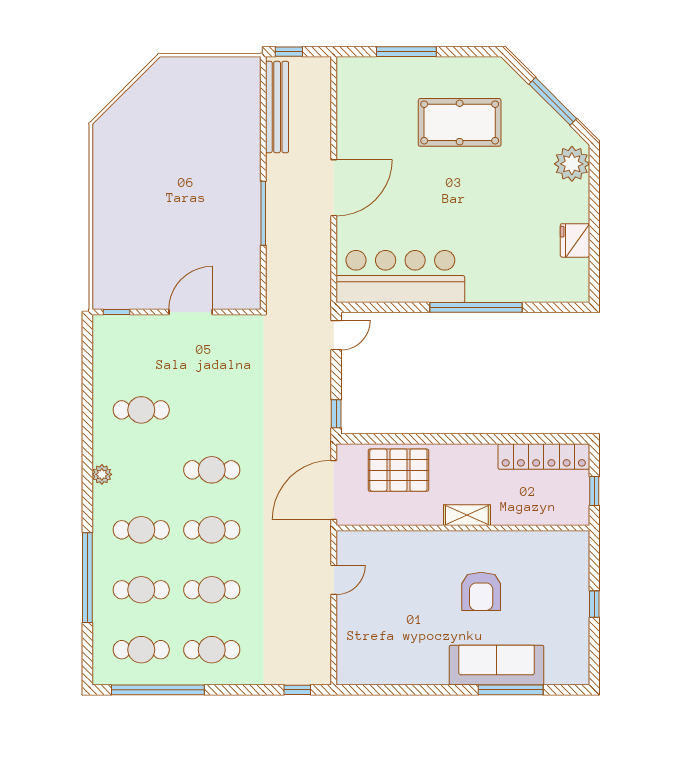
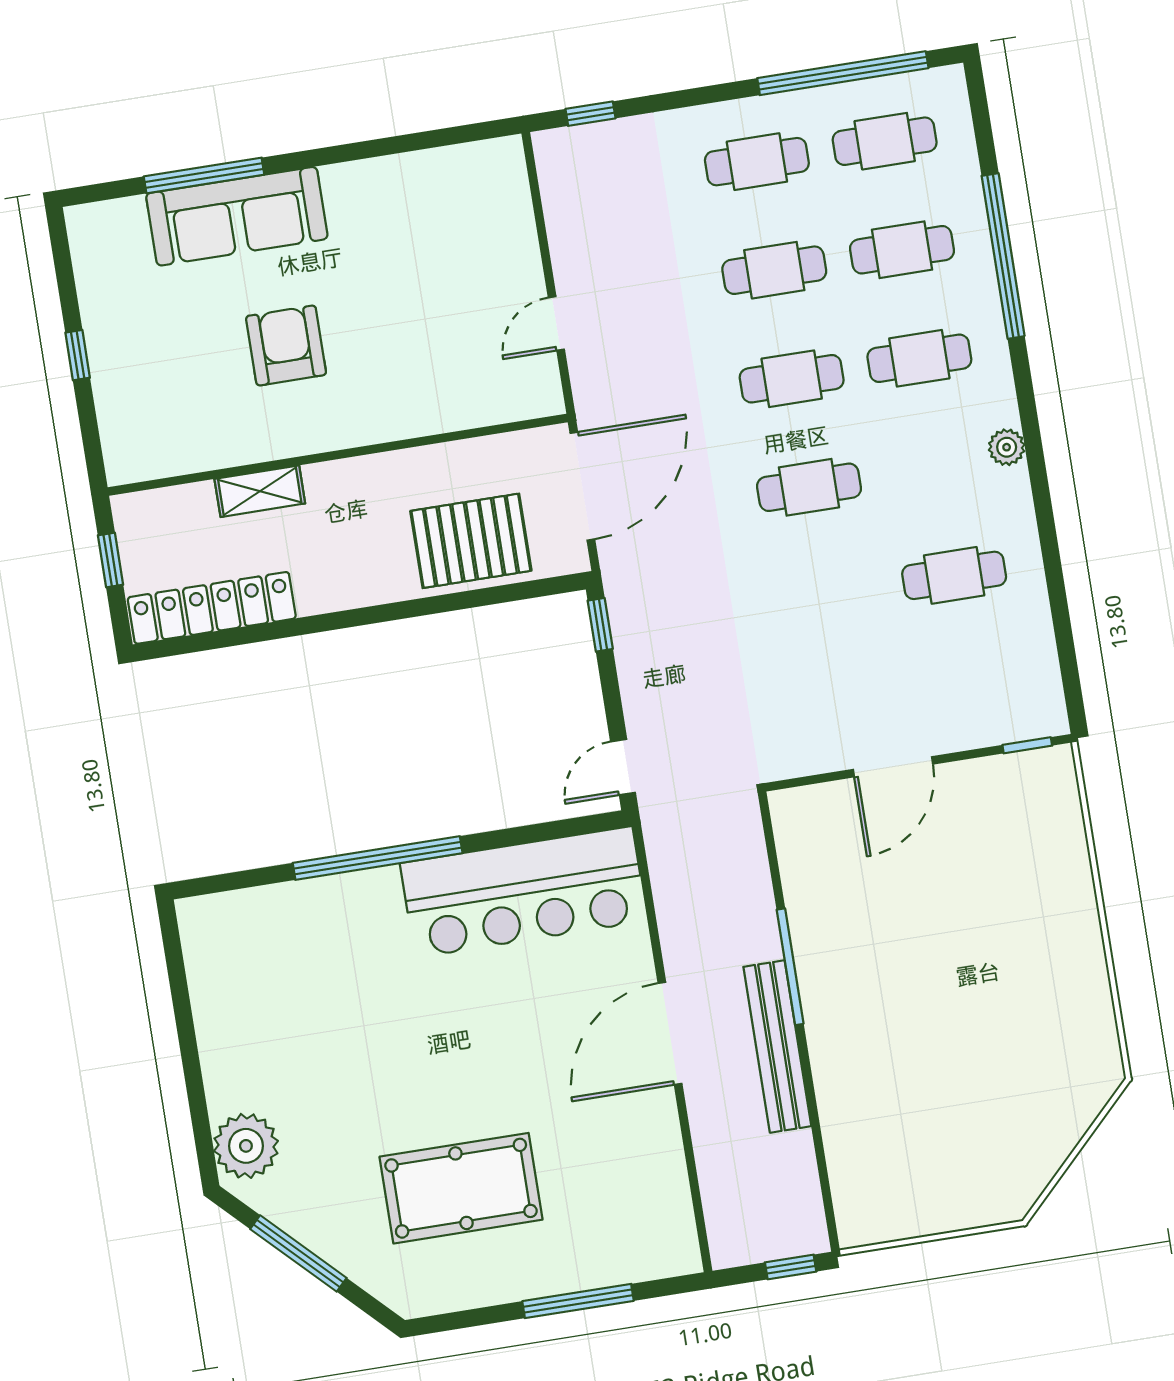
bench: (277, 107) -> (777, 1047), moved
fridge: (575, 240) -> (218, 1008), removed
shelving: (467, 515) -> (260, 491), moved

